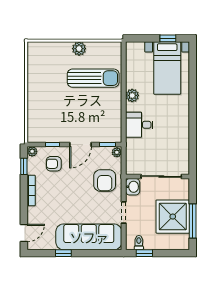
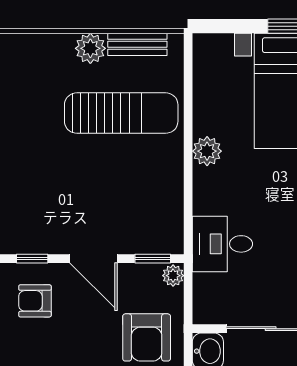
bench: (100, 47) -> (137, 44), added
desk: (139, 125) -> (222, 244), moved
door: (80, 145) -> (93, 259), hinge flipped

